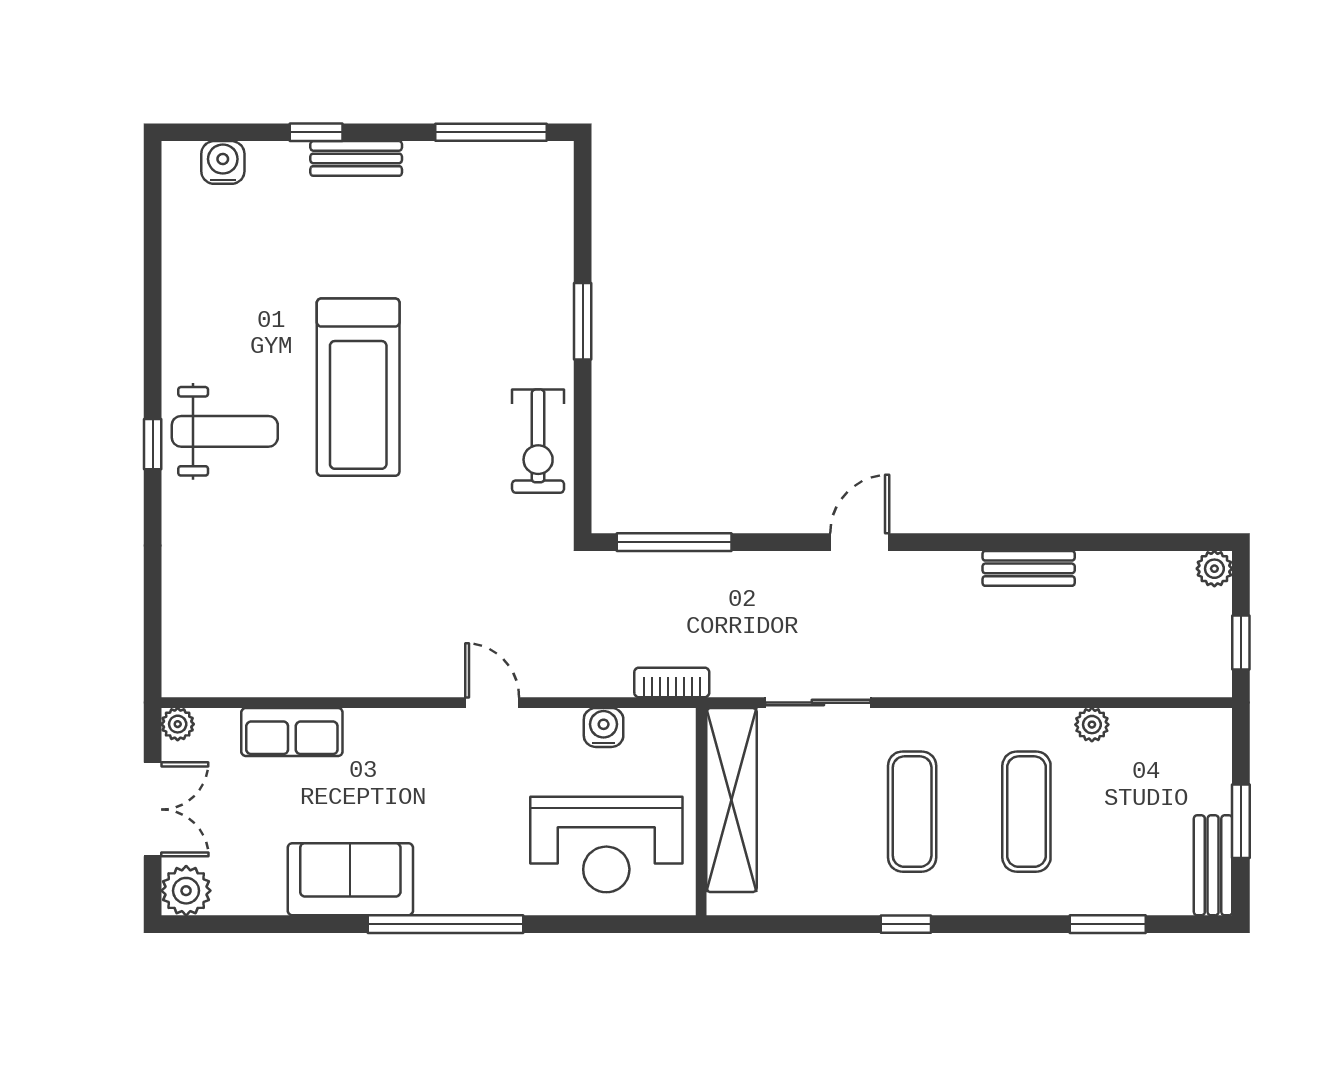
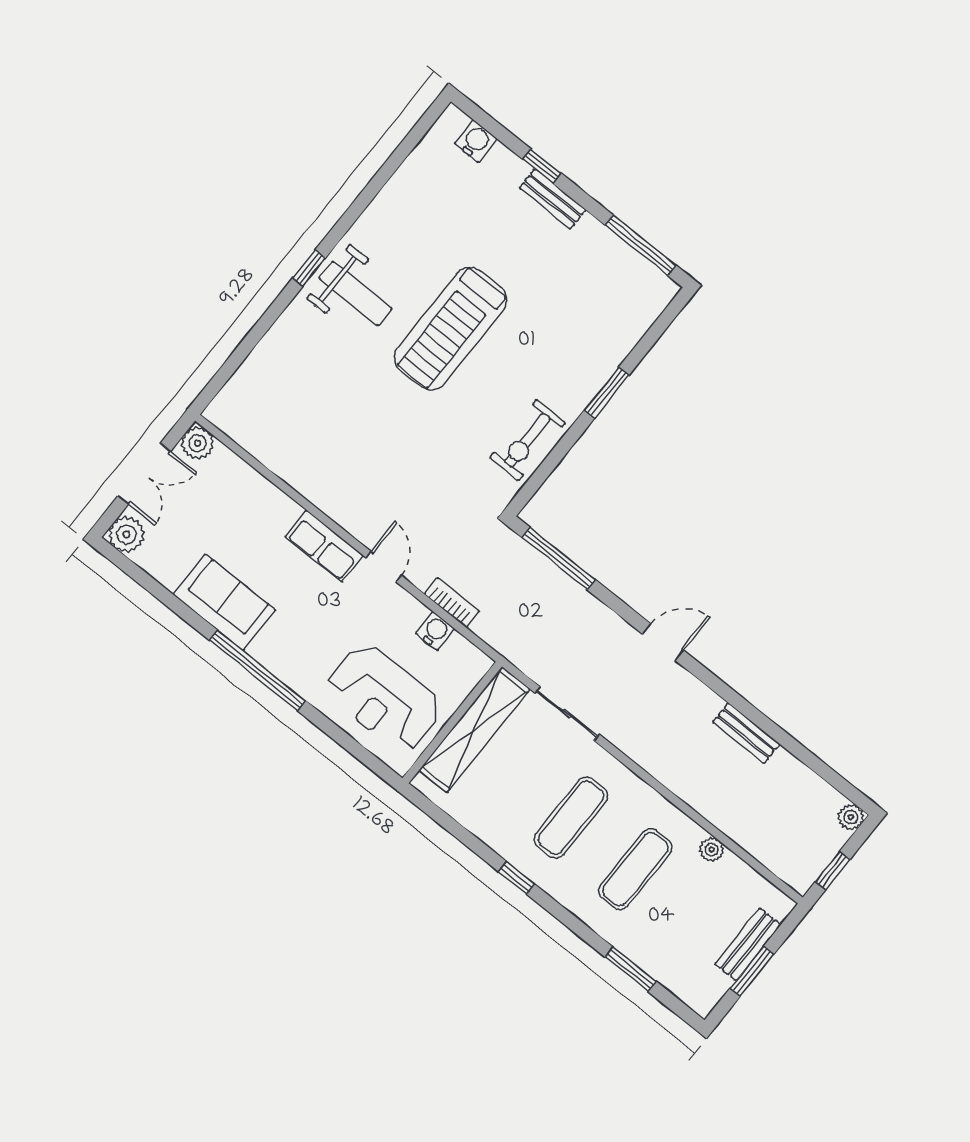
bookcase: (672, 682) -> (452, 602), moved
plant: (178, 724) -> (198, 443), width x1.38, depth x1.38
row of seats: (292, 732) -> (324, 546), moved
bench: (1213, 865) -> (748, 944), moved

